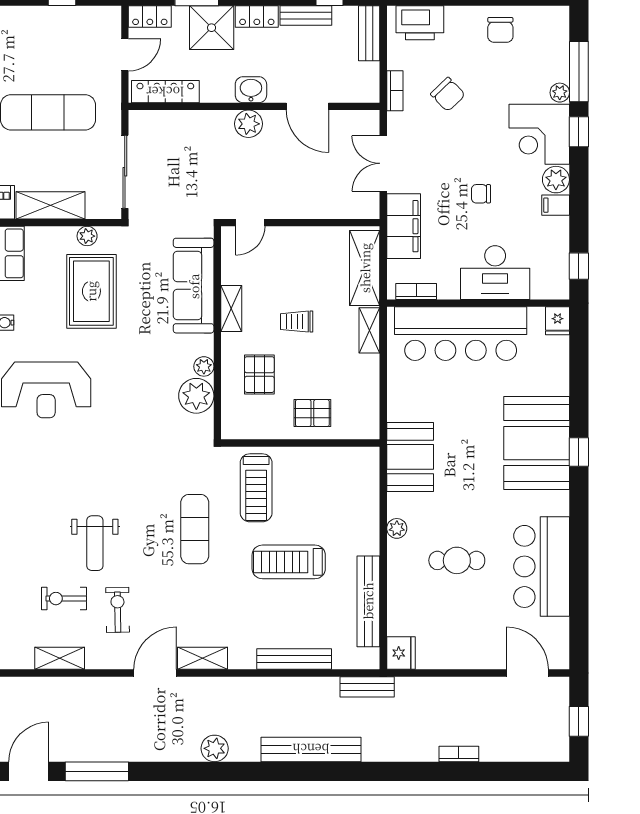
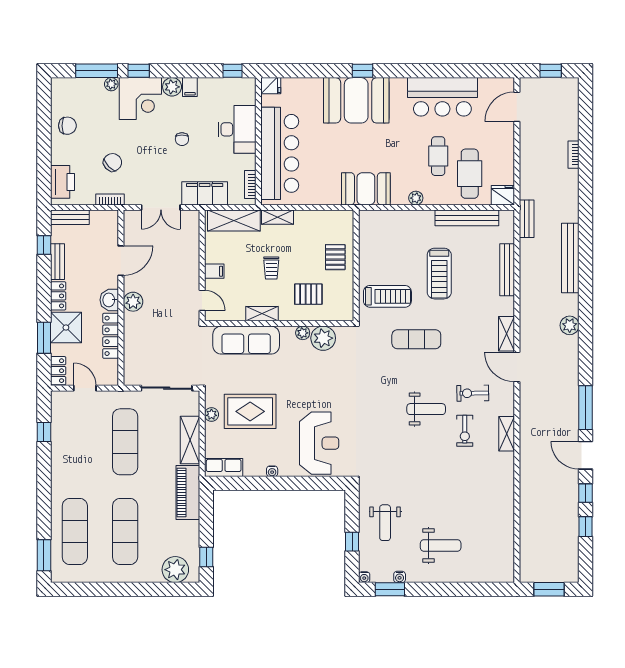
locker: (165, 92) -> (111, 336), moved
filing cabinet: (292, 240) -> (214, 271), added
cafe table: (432, 605) -> (470, 174), added

